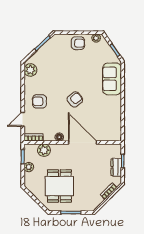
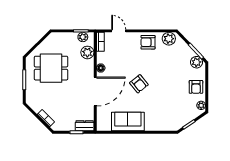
plant: (54, 43) -> (197, 62), added
sofa: (112, 79) -> (128, 121), moved
armchair: (39, 101) -> (148, 42), moved, turned -90
plant: (29, 167) -> (83, 37), moved
dresser: (116, 167) -> (85, 126), moved

